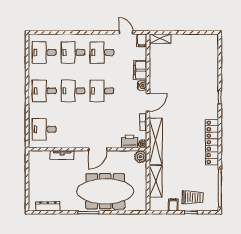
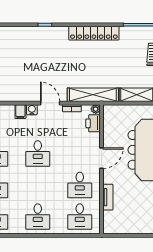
filing cabinet: (140, 70) -> (20, 112), width x0.50
desk: (73, 91) -> (80, 185), moved
door: (98, 149) -> (102, 158), hinge flipped
plant: (141, 157) -> (110, 111), removed

